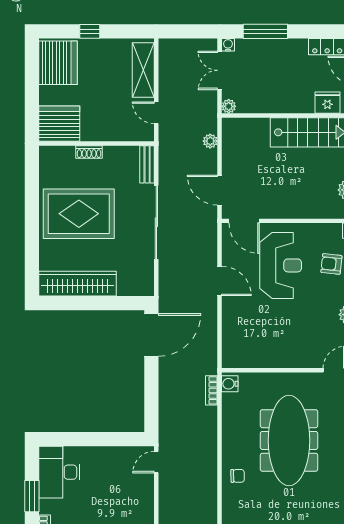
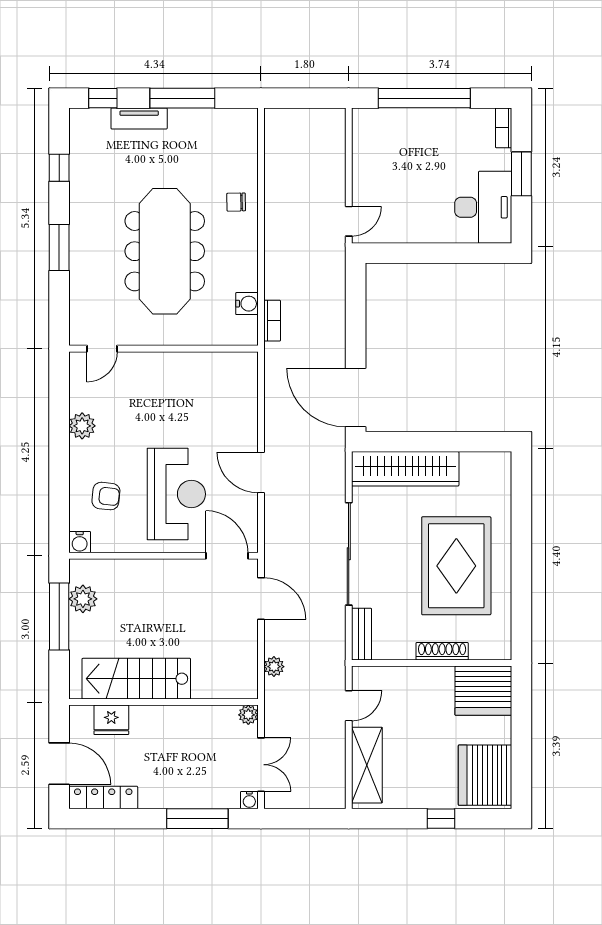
door: (156, 113) -> (349, 706), hinge flipped
shoe rack: (89, 152) -> (442, 651), width x1.43
rug: (79, 214) -> (456, 566), turned 90
reception desk: (281, 265) -> (176, 494), turned 180
wardrobe: (78, 284) -> (405, 469), moved
door: (151, 335) -> (356, 398), hinge flipped
water cooler: (230, 384) -> (247, 304), moved

